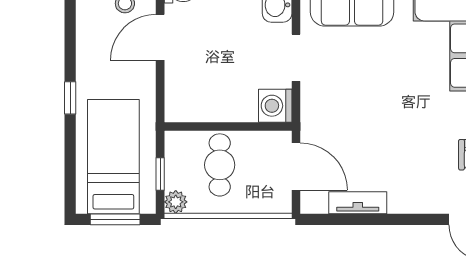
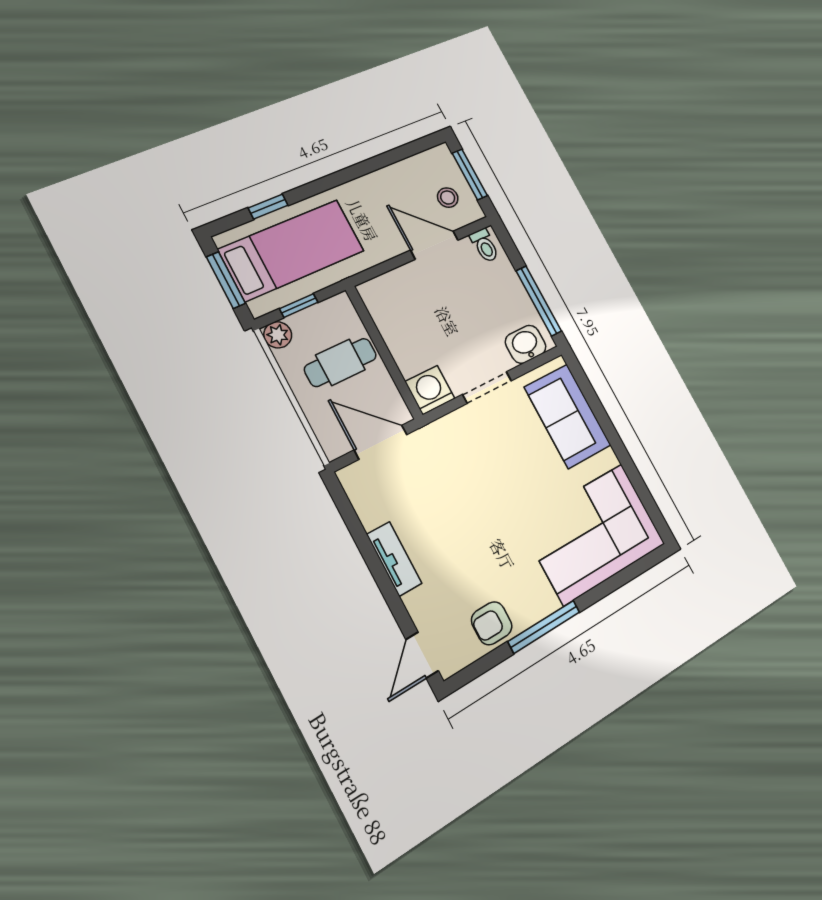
window: (70, 98) -> (268, 207), moved
door: (296, 166) -> (381, 442), swing flipped
tv unit: (358, 203) -> (394, 559), moved

